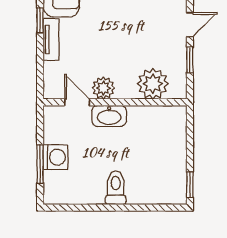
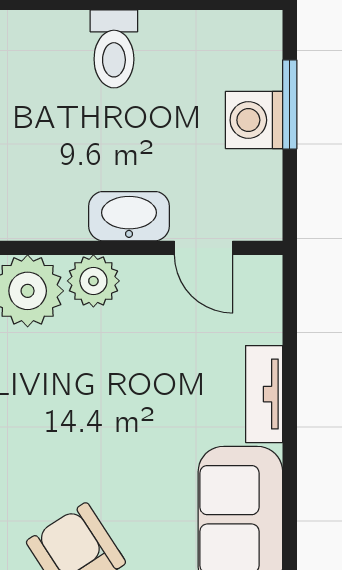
window: (40, 20) -> (290, 438), removed
plant: (103, 88) -> (93, 281), moved

